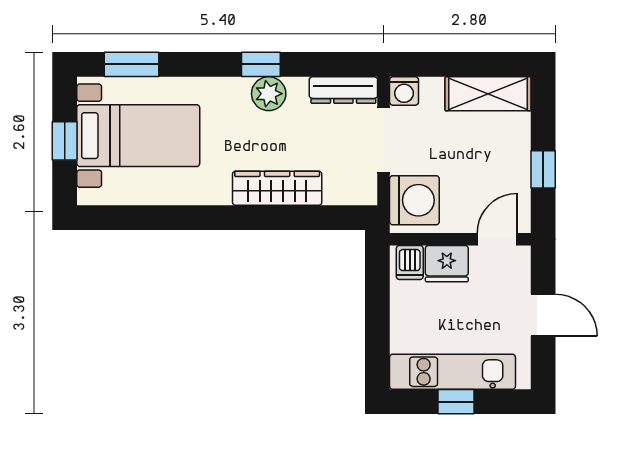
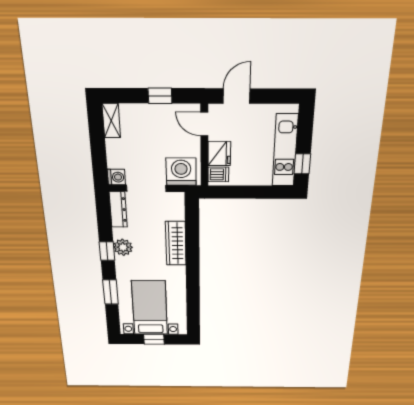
window: (131, 64) -> (110, 292), moved
shelving: (488, 94) -> (111, 121), width x0.67, depth x0.75
door: (543, 315) -> (237, 96), moved
window: (456, 402) -> (302, 164), moved

